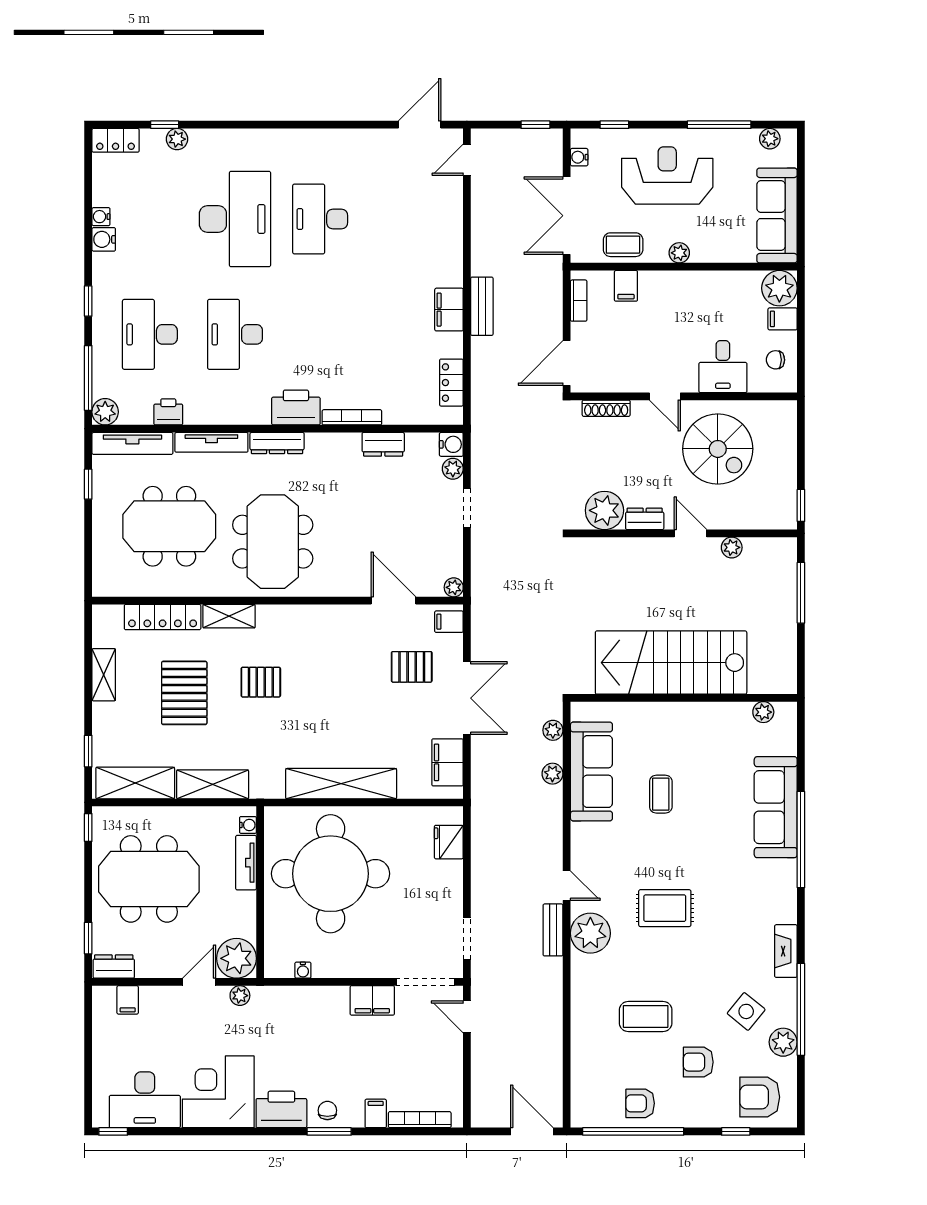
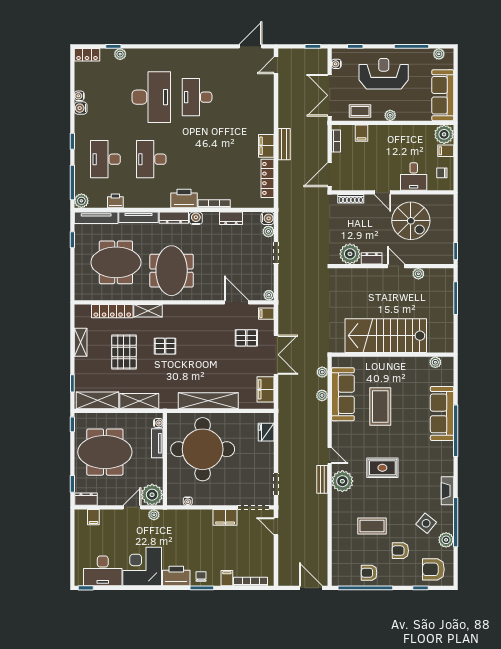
locker: (451, 383) -> (268, 178), width x1.53
water cooler: (318, 444) -> (196, 218), added
coffee table: (661, 794) -> (380, 406), width x1.86, depth x1.72

